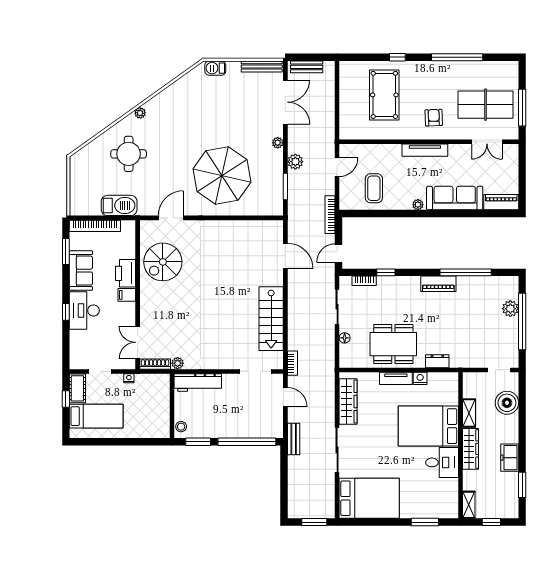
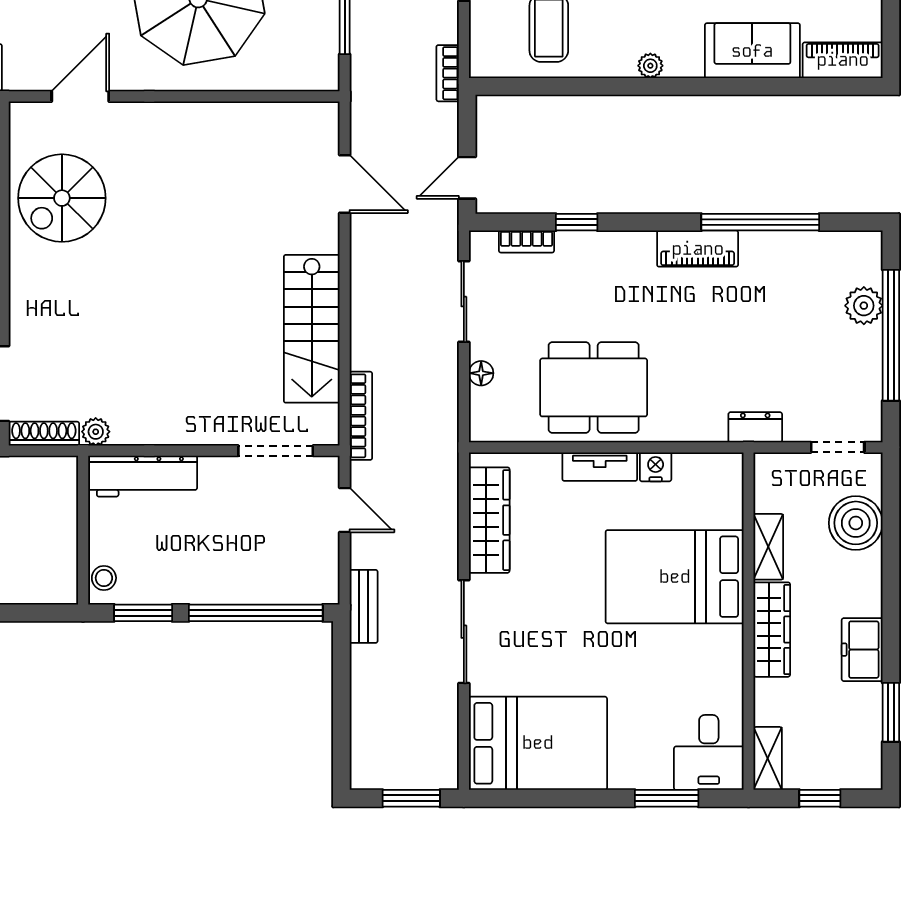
sofa: (455, 198) -> (752, 51), width x0.73
bookcase: (330, 215) -> (448, 73), width x0.64
dresser: (437, 361) -> (755, 427), moved
bookcase: (292, 363) -> (361, 416), width x1.56
desk: (442, 462) -> (709, 752), moved, turned 90

